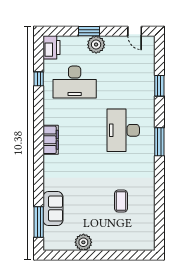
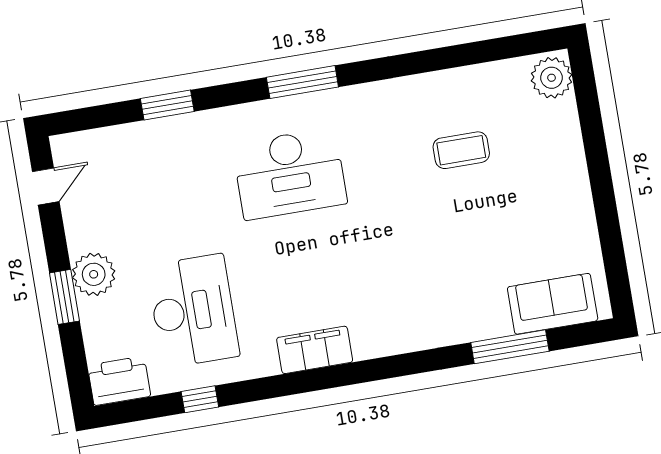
filing cabinet: (51, 140) -> (315, 350), moved
sofa: (53, 209) -> (553, 304), moved
window: (39, 222) -> (510, 347), moved
plant: (83, 242) -> (552, 78), moved

